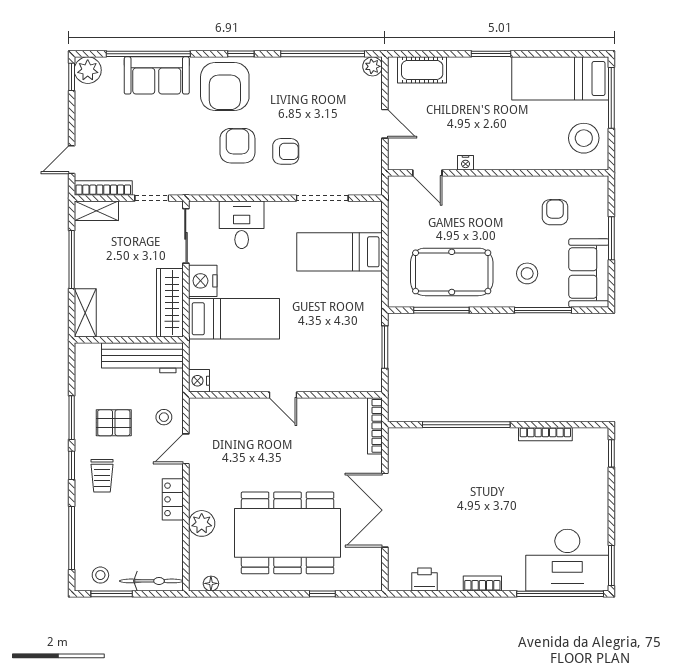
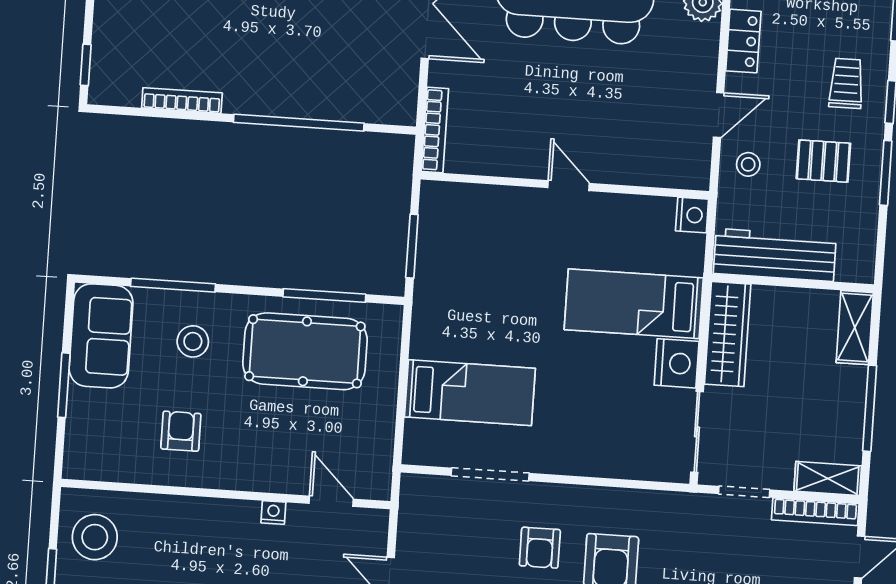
armchair: (286, 151) -> (540, 548), turned -90
armchair: (555, 212) -> (181, 431), moved, turned 180
desk: (242, 225) -> (613, 443), removed

